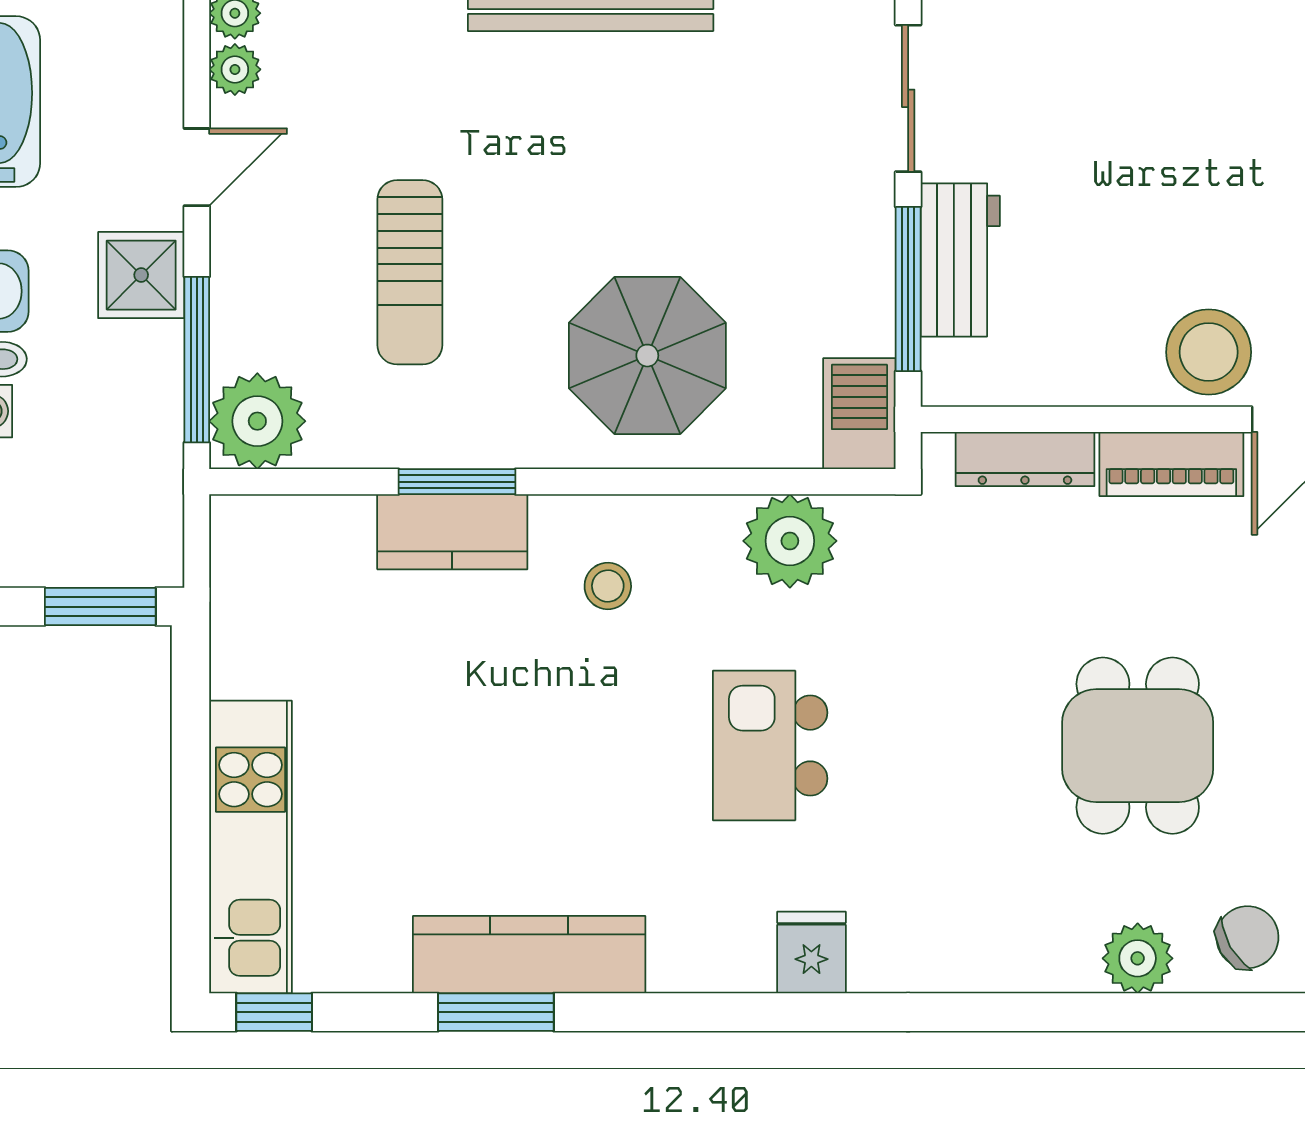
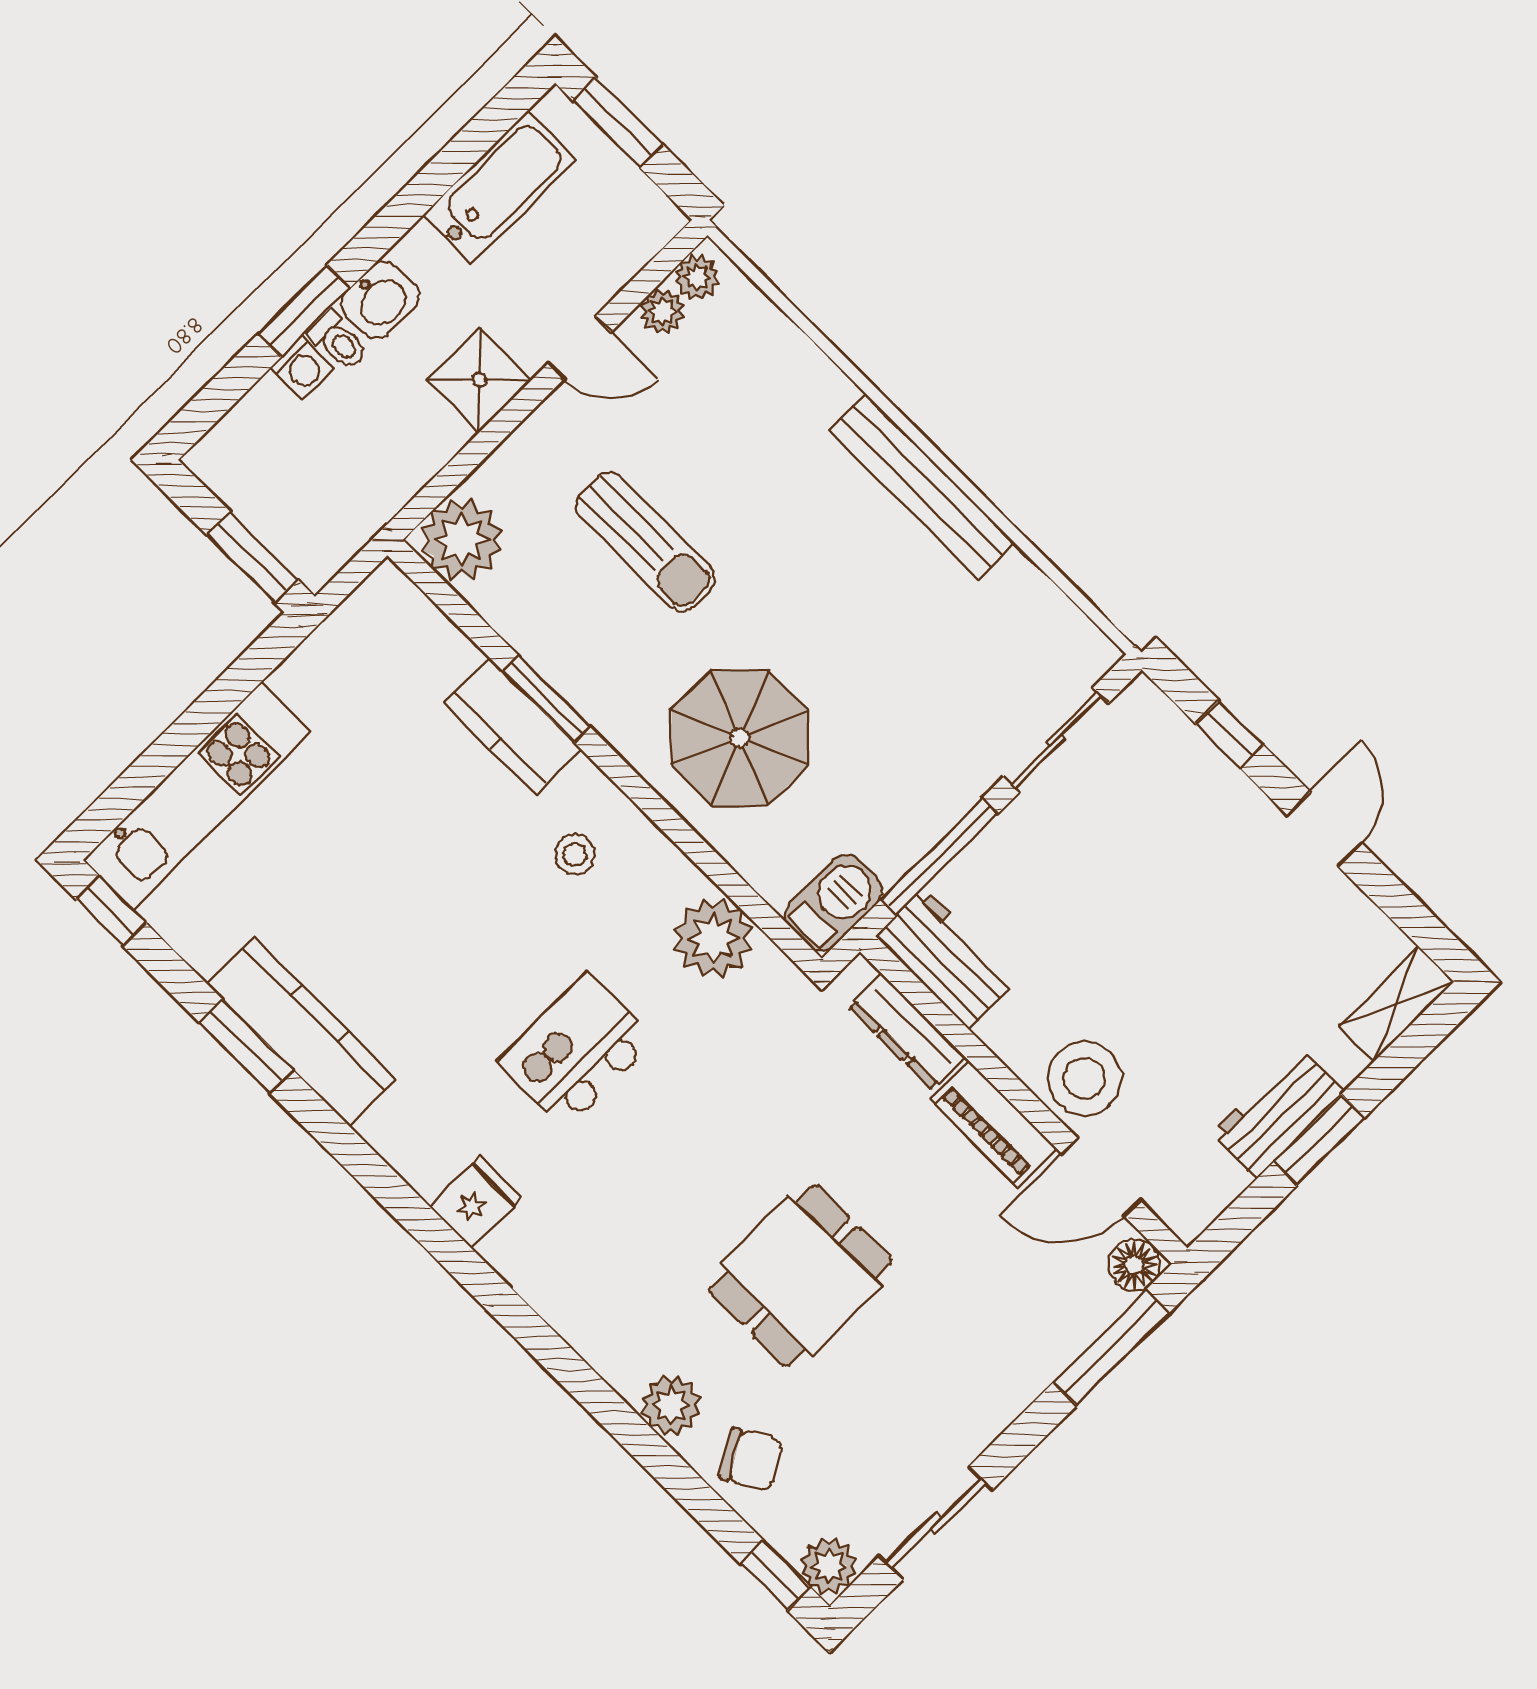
workbench: (960, 260) -> (946, 959), moved, turned -90
sun lounger: (410, 272) -> (645, 542), turned -90
window: (197, 360) -> (462, 465), removed

